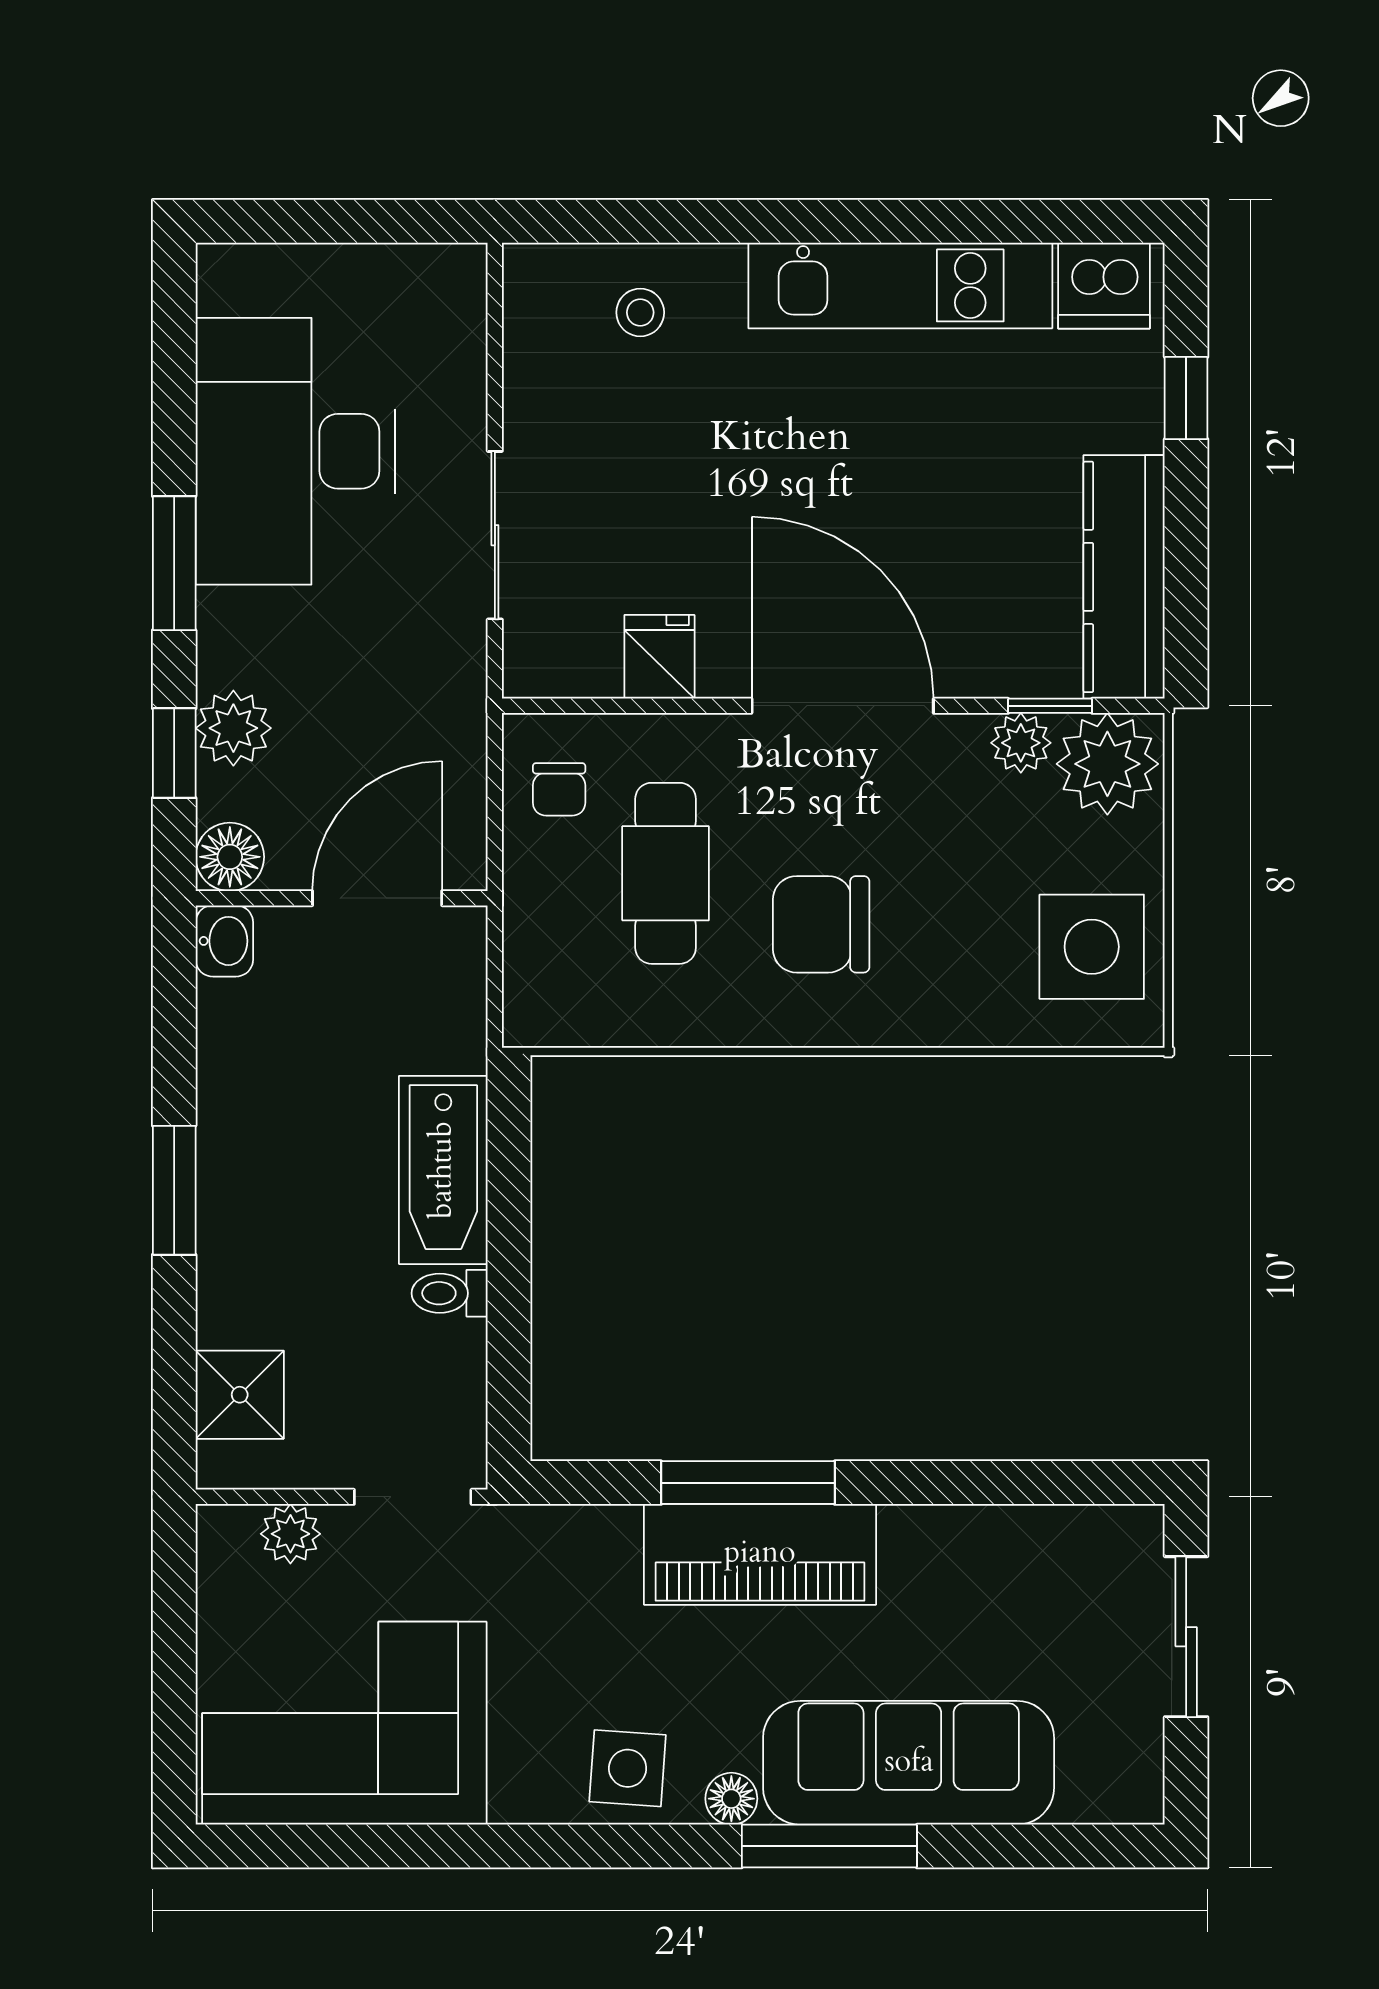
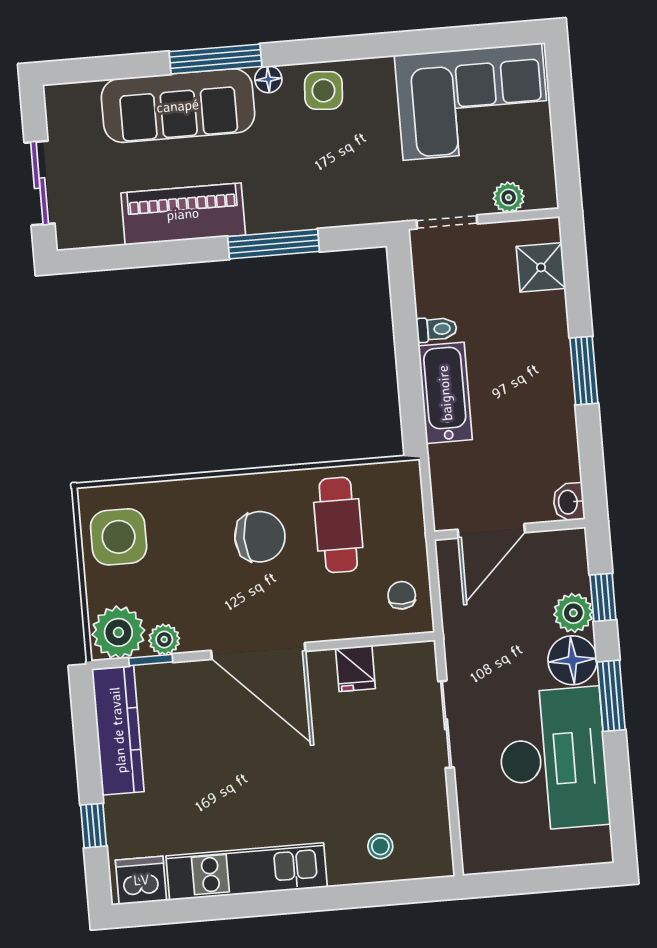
floor lamp: (230, 857) -> (572, 660), moved, width x1.38, depth x1.38
cafe table: (666, 873) -> (338, 525), moved
piano: (760, 1554) -> (183, 214), moved

